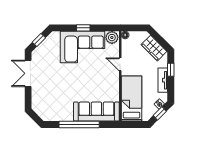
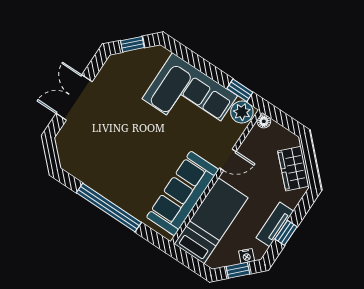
window: (83, 28) -> (240, 90), moved
door: (120, 64) -> (228, 160), swing flipped
window: (171, 70) -> (286, 233), moved
double door: (28, 73) -> (74, 98), moved
sofa: (96, 112) -> (183, 193), moved, turned -90

